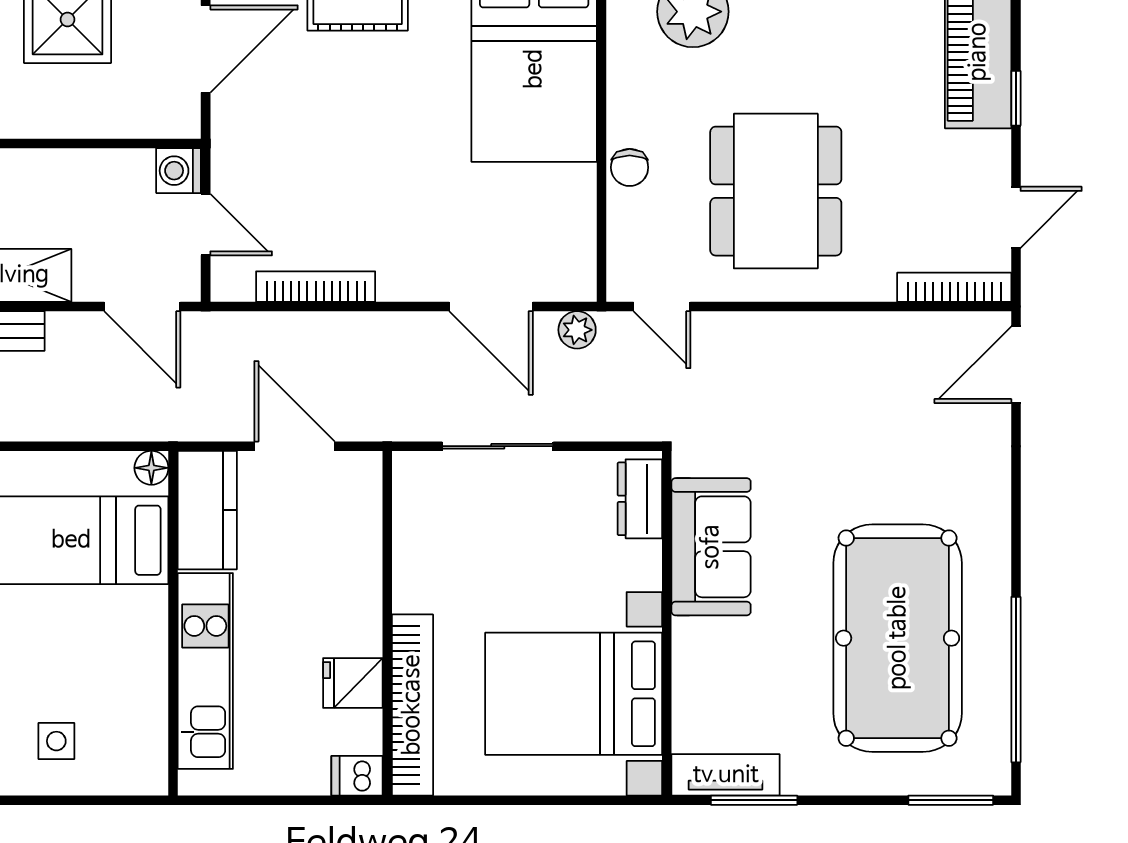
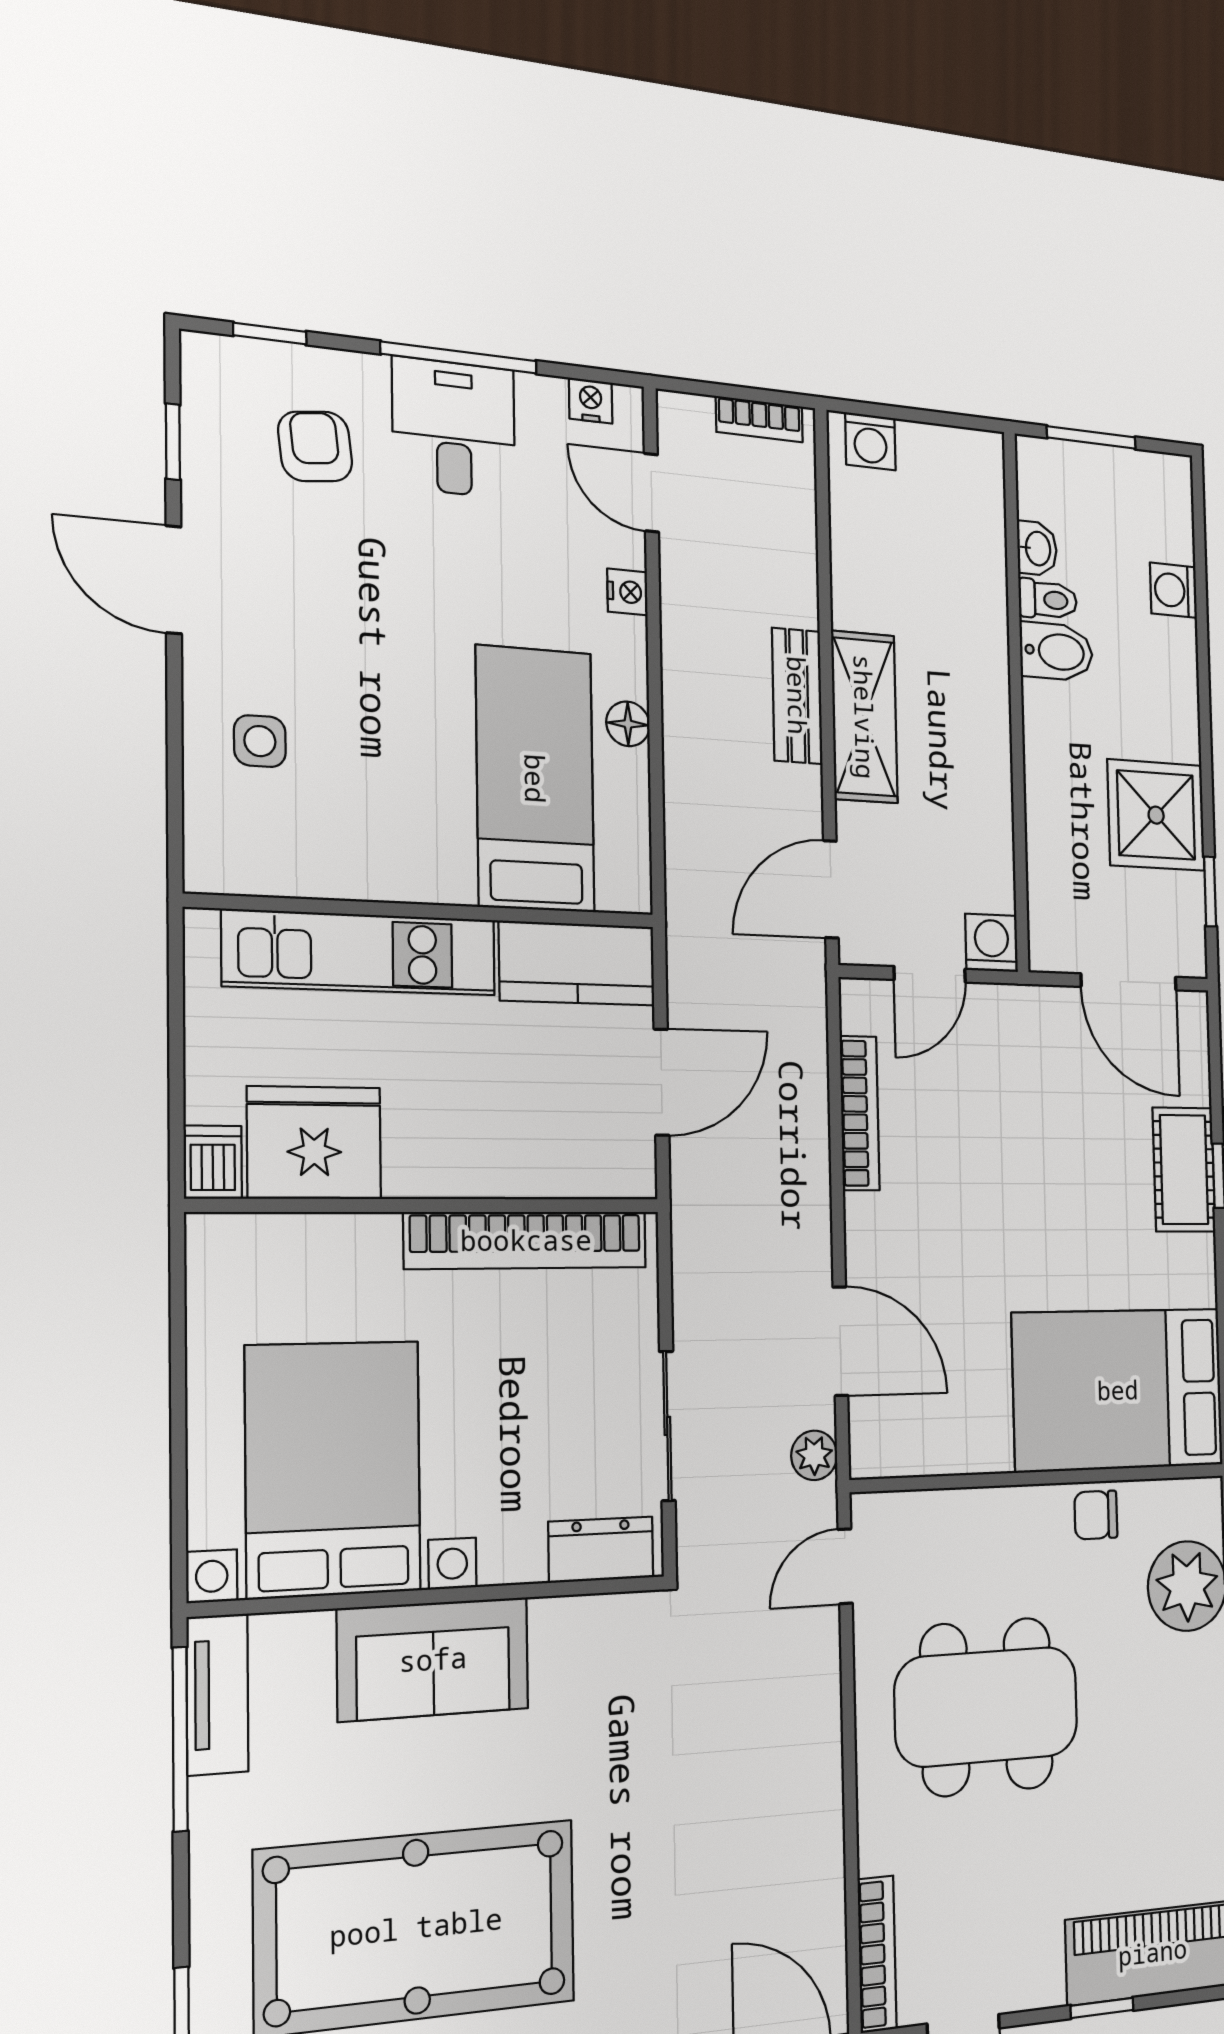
chair: (630, 167) -> (1096, 1515), moved
door: (491, 307) -> (840, 1341), swing flipped
sliding door: (498, 446) -> (667, 1426), moved
floor lamp: (151, 468) -> (628, 724), moved
sofa: (711, 547) -> (433, 1659), moved
fridge: (353, 683) -> (314, 1143), width x1.88, depth x1.34
bookcase: (412, 705) -> (526, 1240), moved
window: (754, 800) -> (180, 1739), width x1.44

